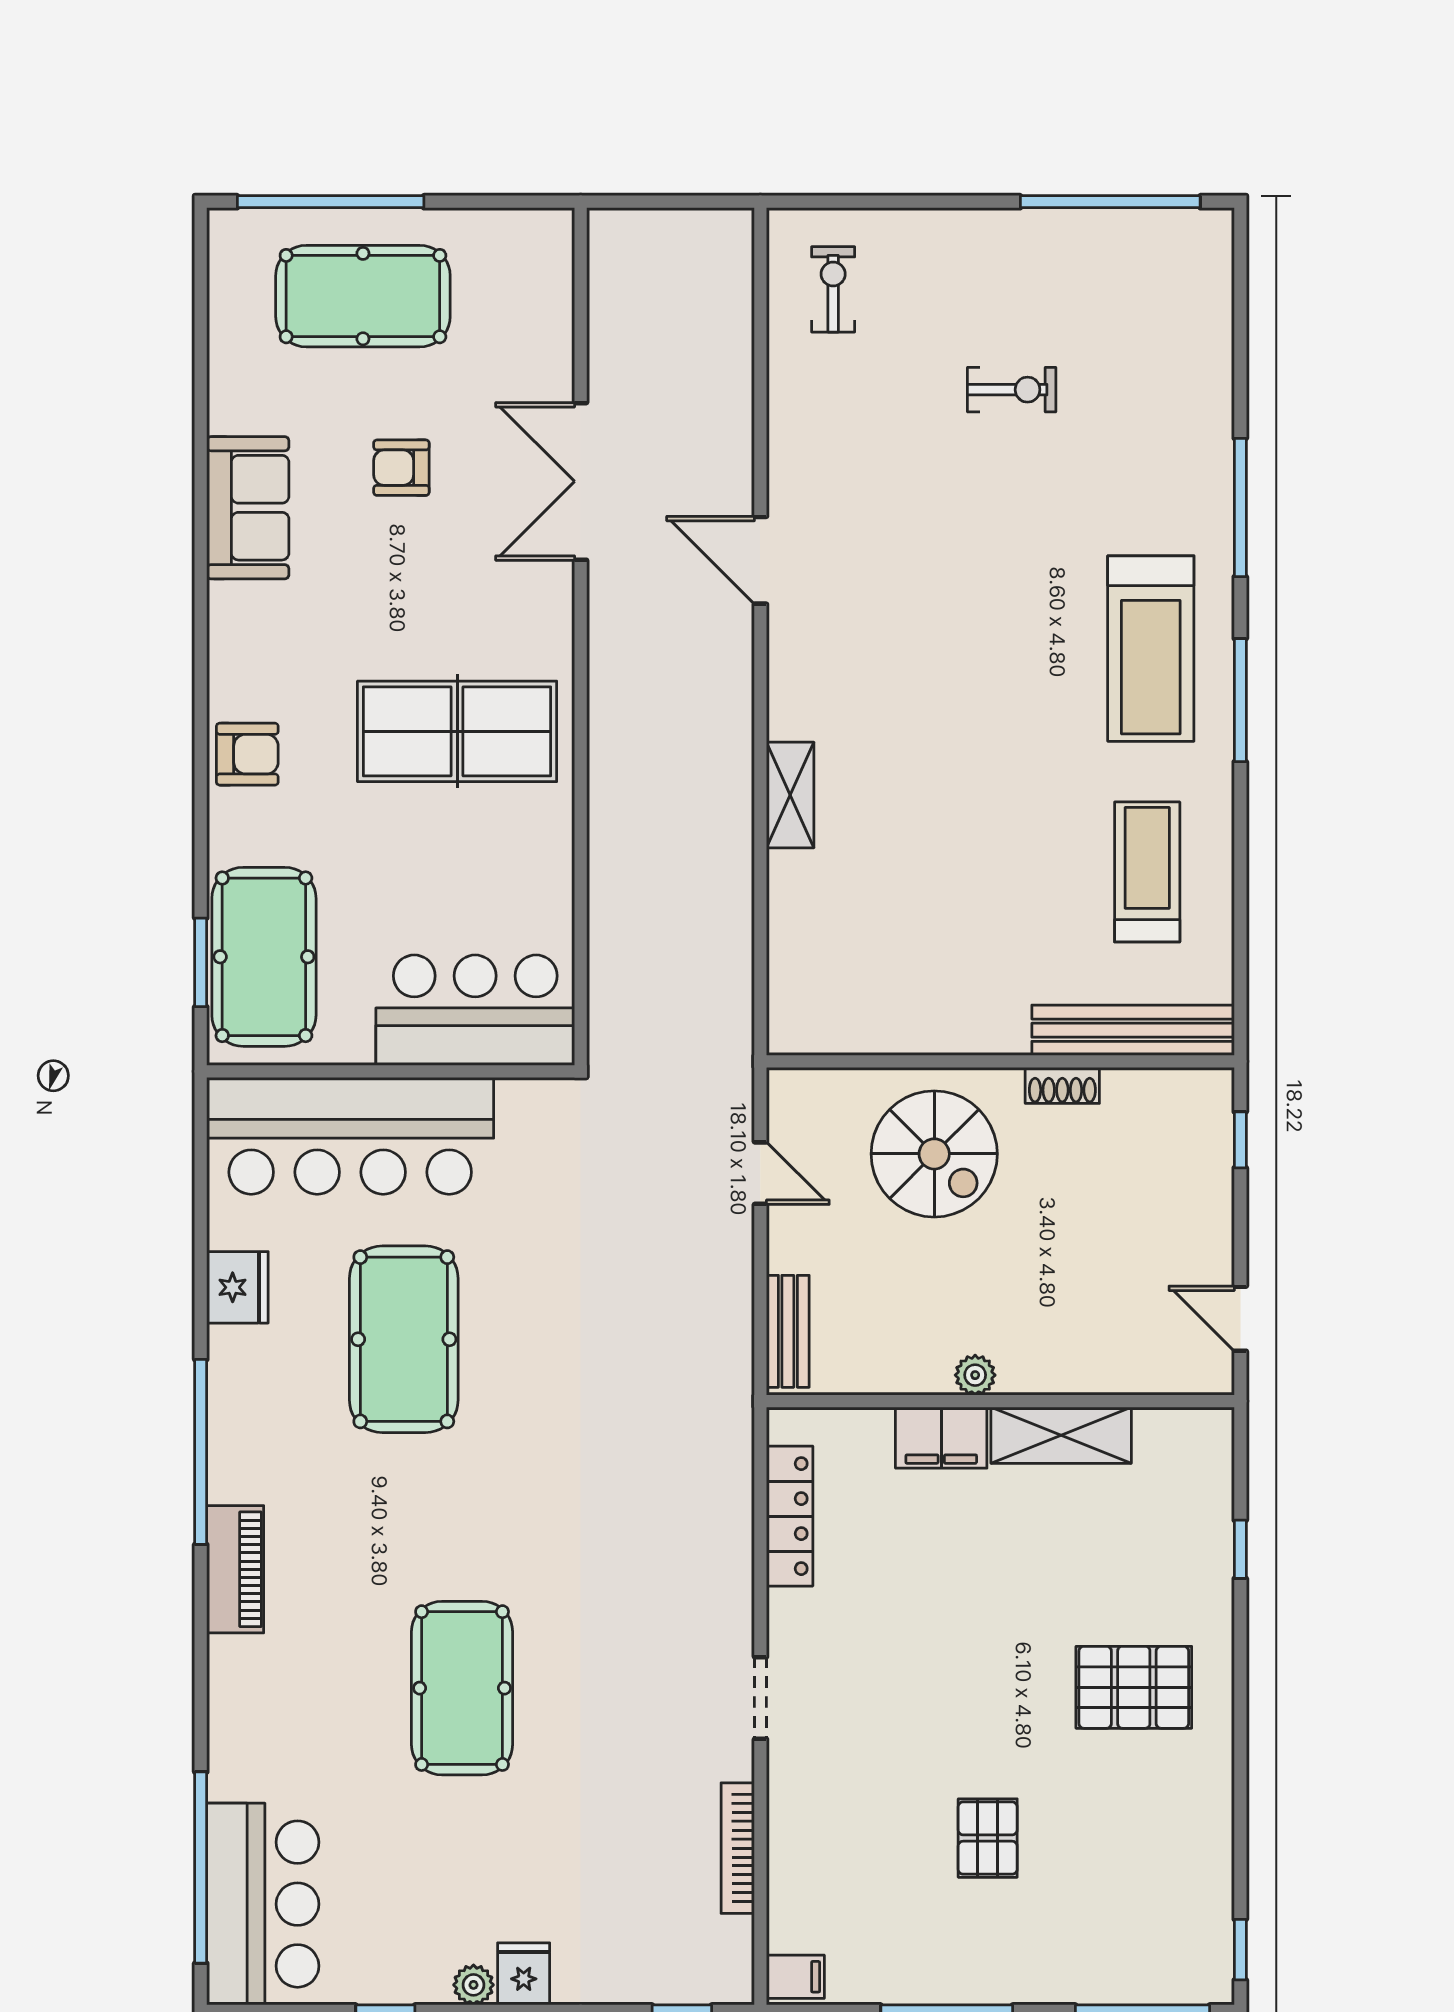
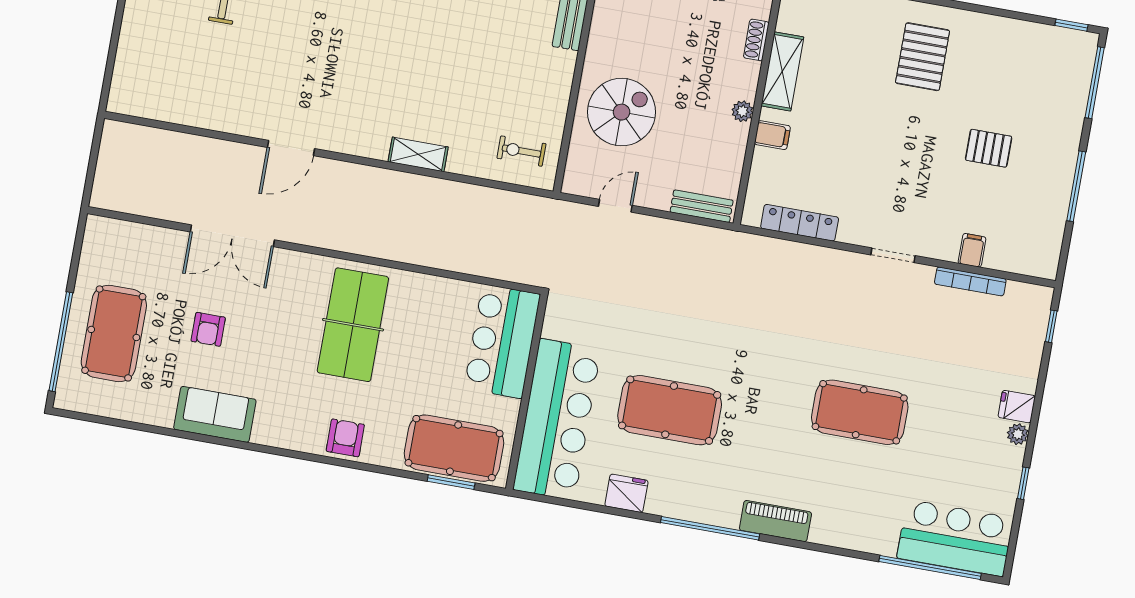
exercise bike: (833, 289) -> (521, 151), moved
shoe rack: (1062, 1085) -> (756, 40), moved, turned 180
filing cabinet: (941, 1438) -> (772, 135), width x0.50
filing cabinet: (795, 1977) -> (972, 250), moved

